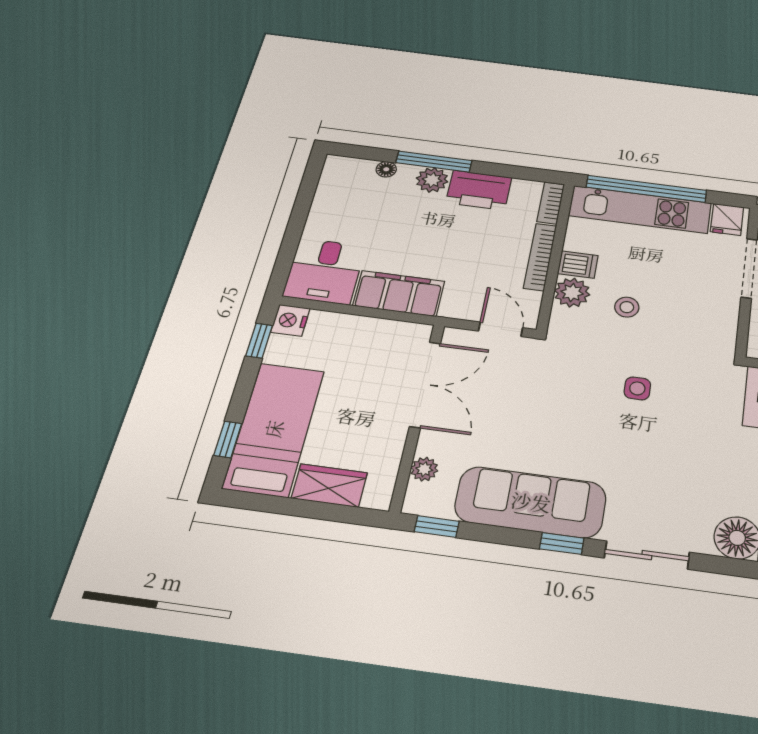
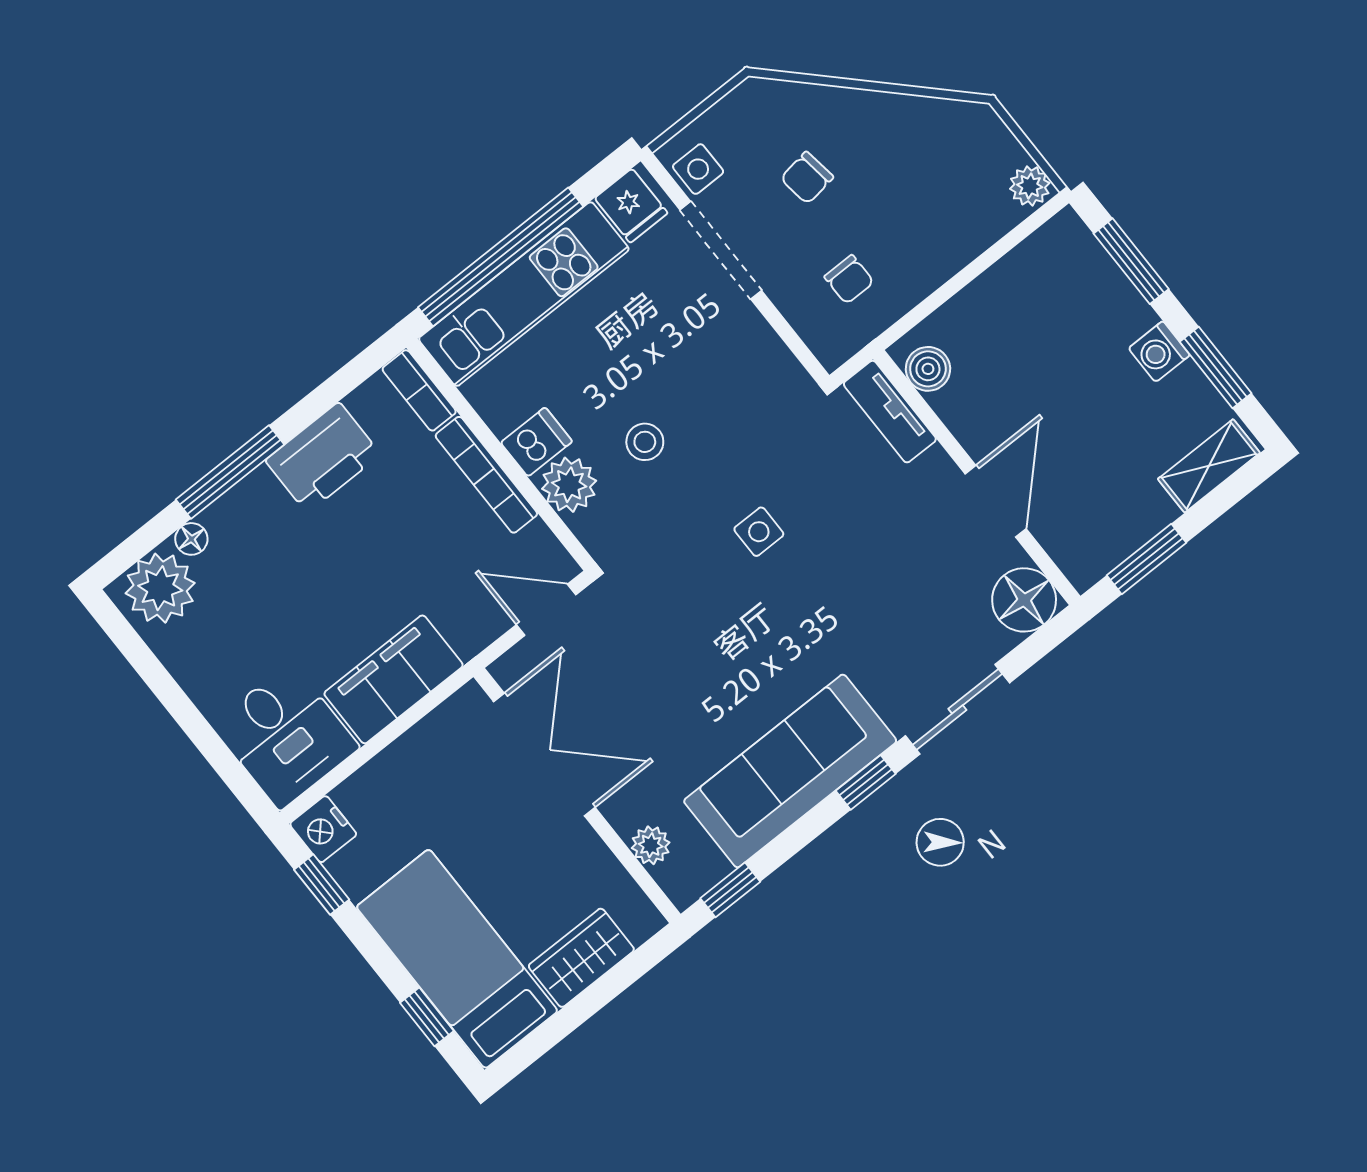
plant: (432, 180) -> (160, 588), moved, width x1.36, depth x1.36

